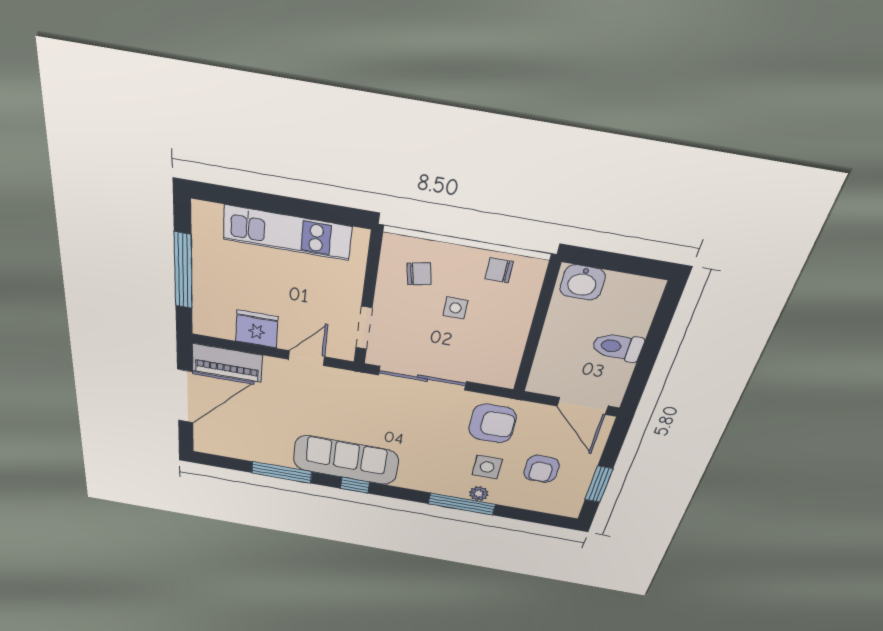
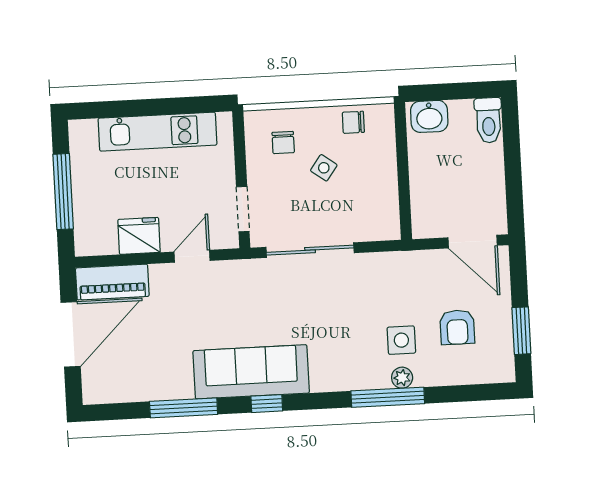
chair: (419, 274) -> (283, 143), turned 101
side table: (455, 308) -> (324, 168), turned 36
toilet: (618, 347) -> (488, 120), moved, turned -90
armchair: (493, 423) -> (392, 285), removed

